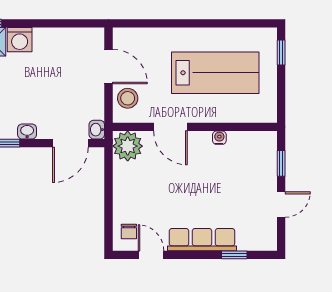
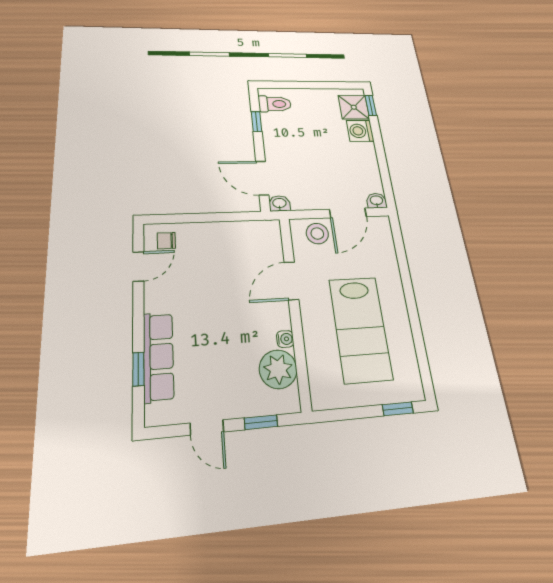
washbasin: (27, 131) -> (376, 201), moved, turned -90
plant: (128, 146) -> (278, 369), moved
row of seats: (202, 240) -> (158, 357), moved

